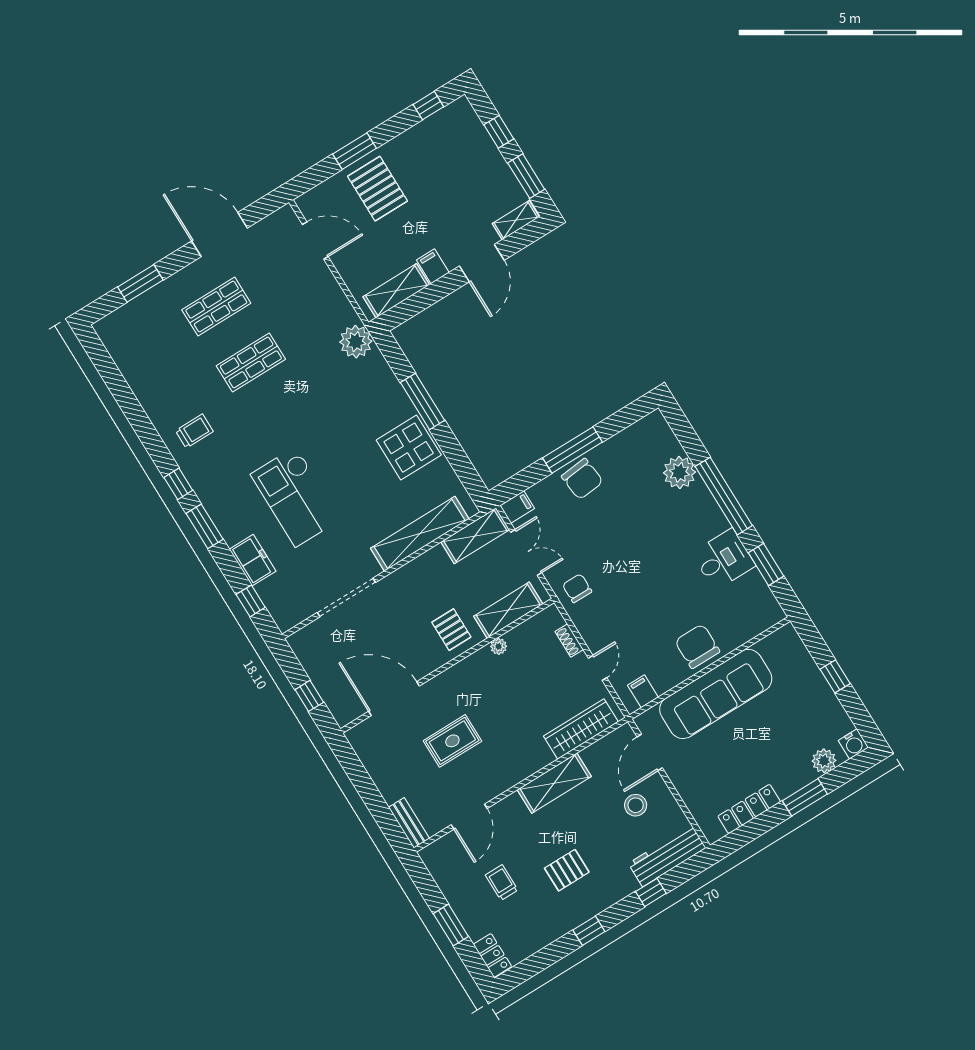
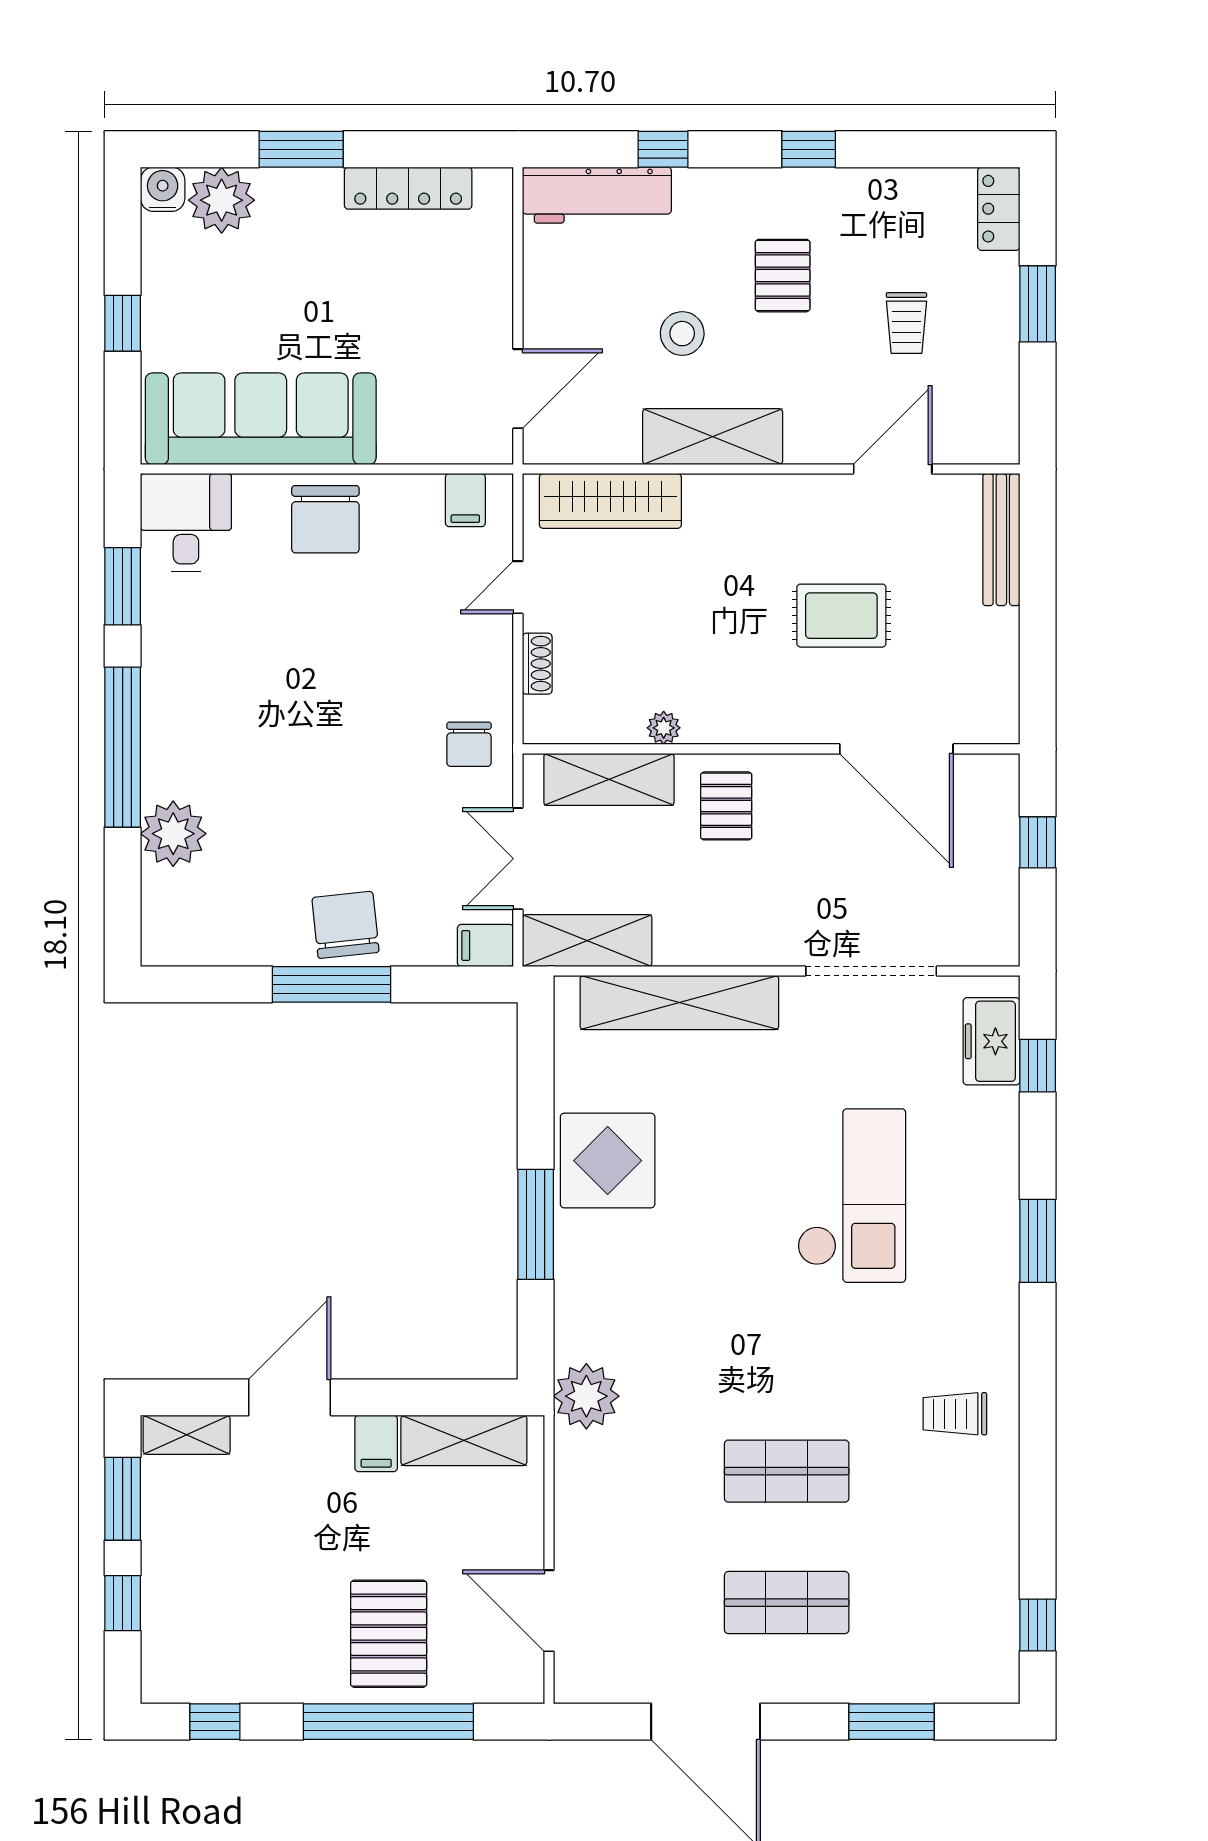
window: (355, 151) -> (388, 1722), width x2.11
window: (178, 484) -> (1038, 1625), moved
desk: (724, 559) -> (186, 523), moved, turned 90
freezer: (253, 560) -> (991, 1041), moved
sofa: (716, 694) -> (261, 419), moved
plant: (824, 761) -> (222, 200), width x1.36, depth x1.36
stool: (636, 805) -> (682, 334), moved
bench: (409, 823) -> (1001, 540), width x1.36
pallet: (567, 870) -> (783, 276), turned 90

